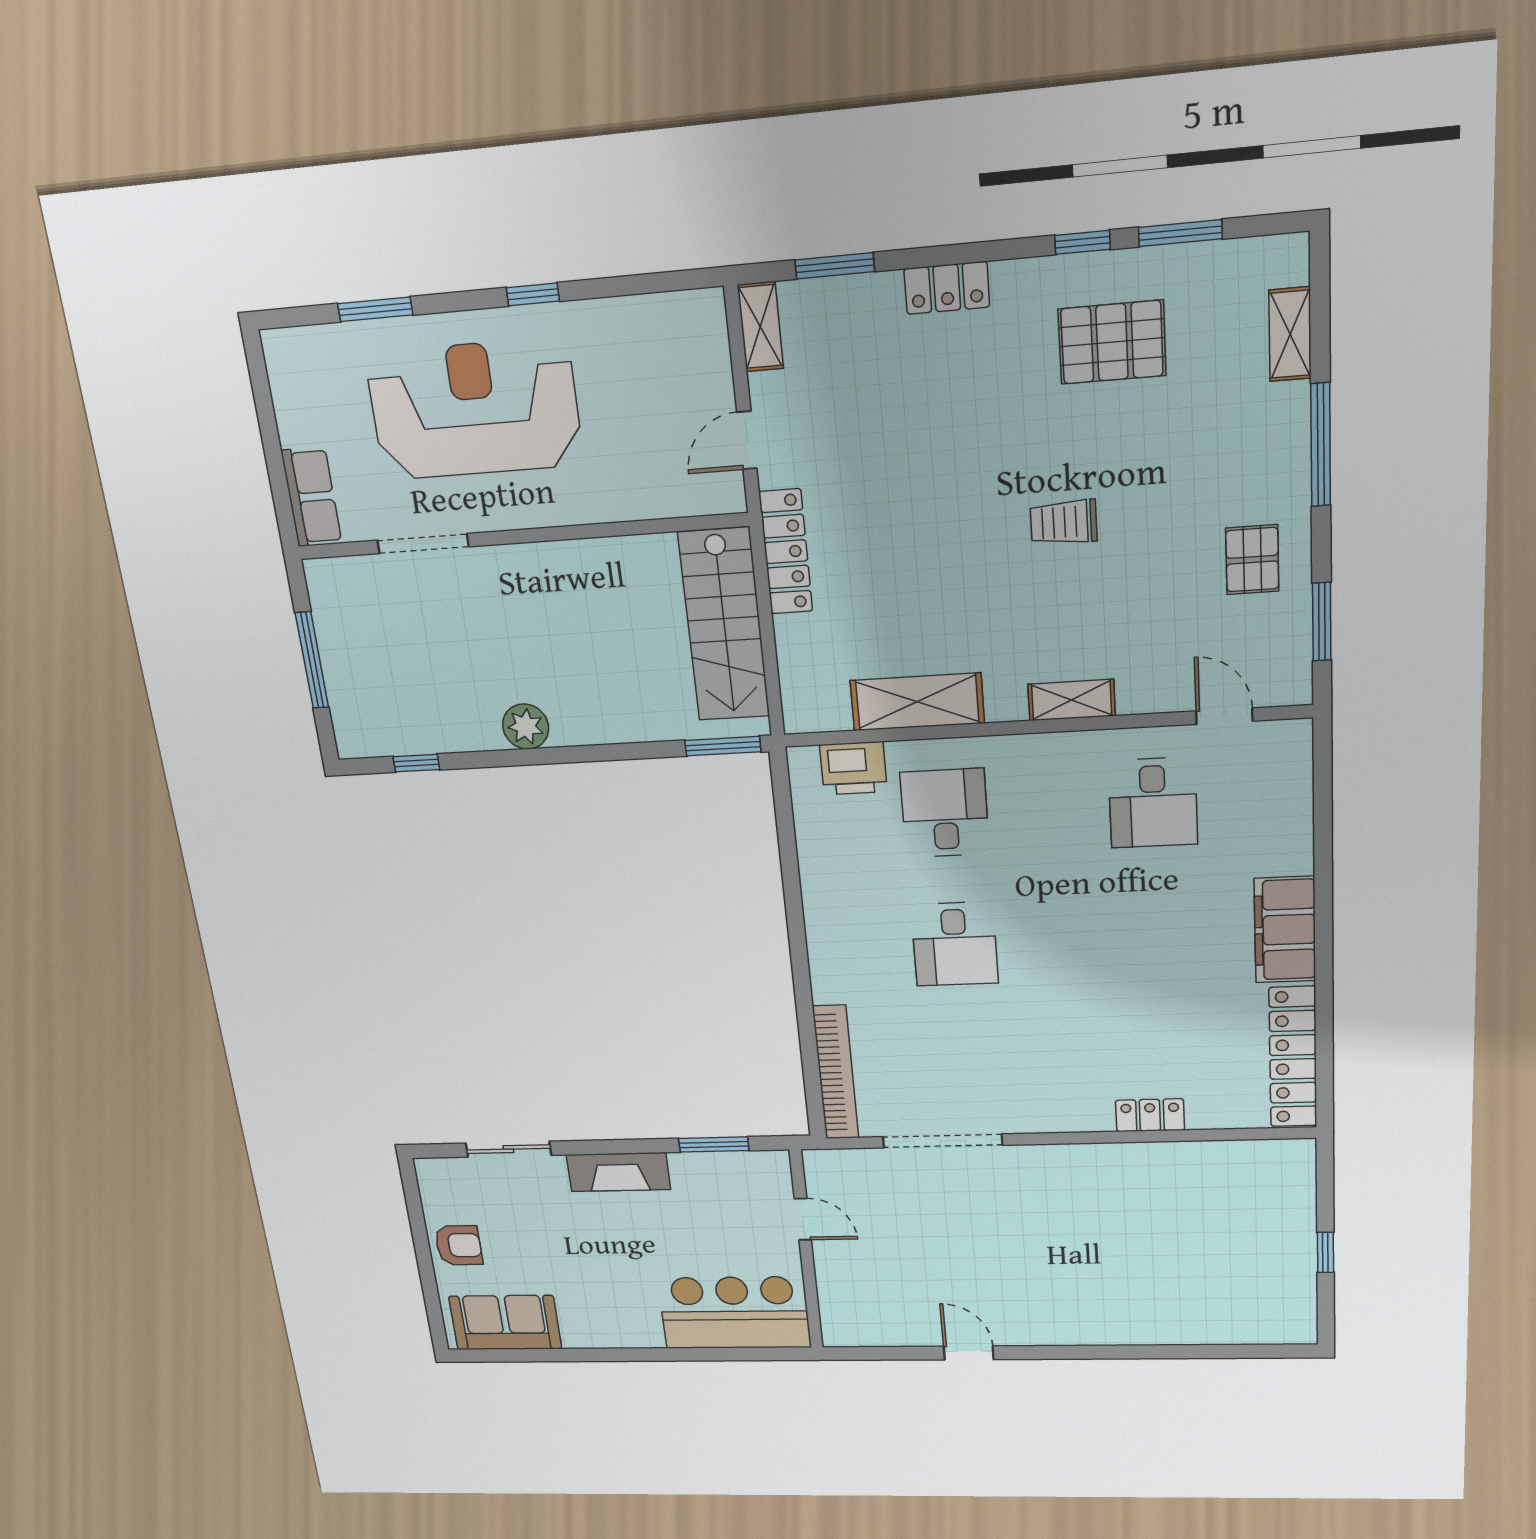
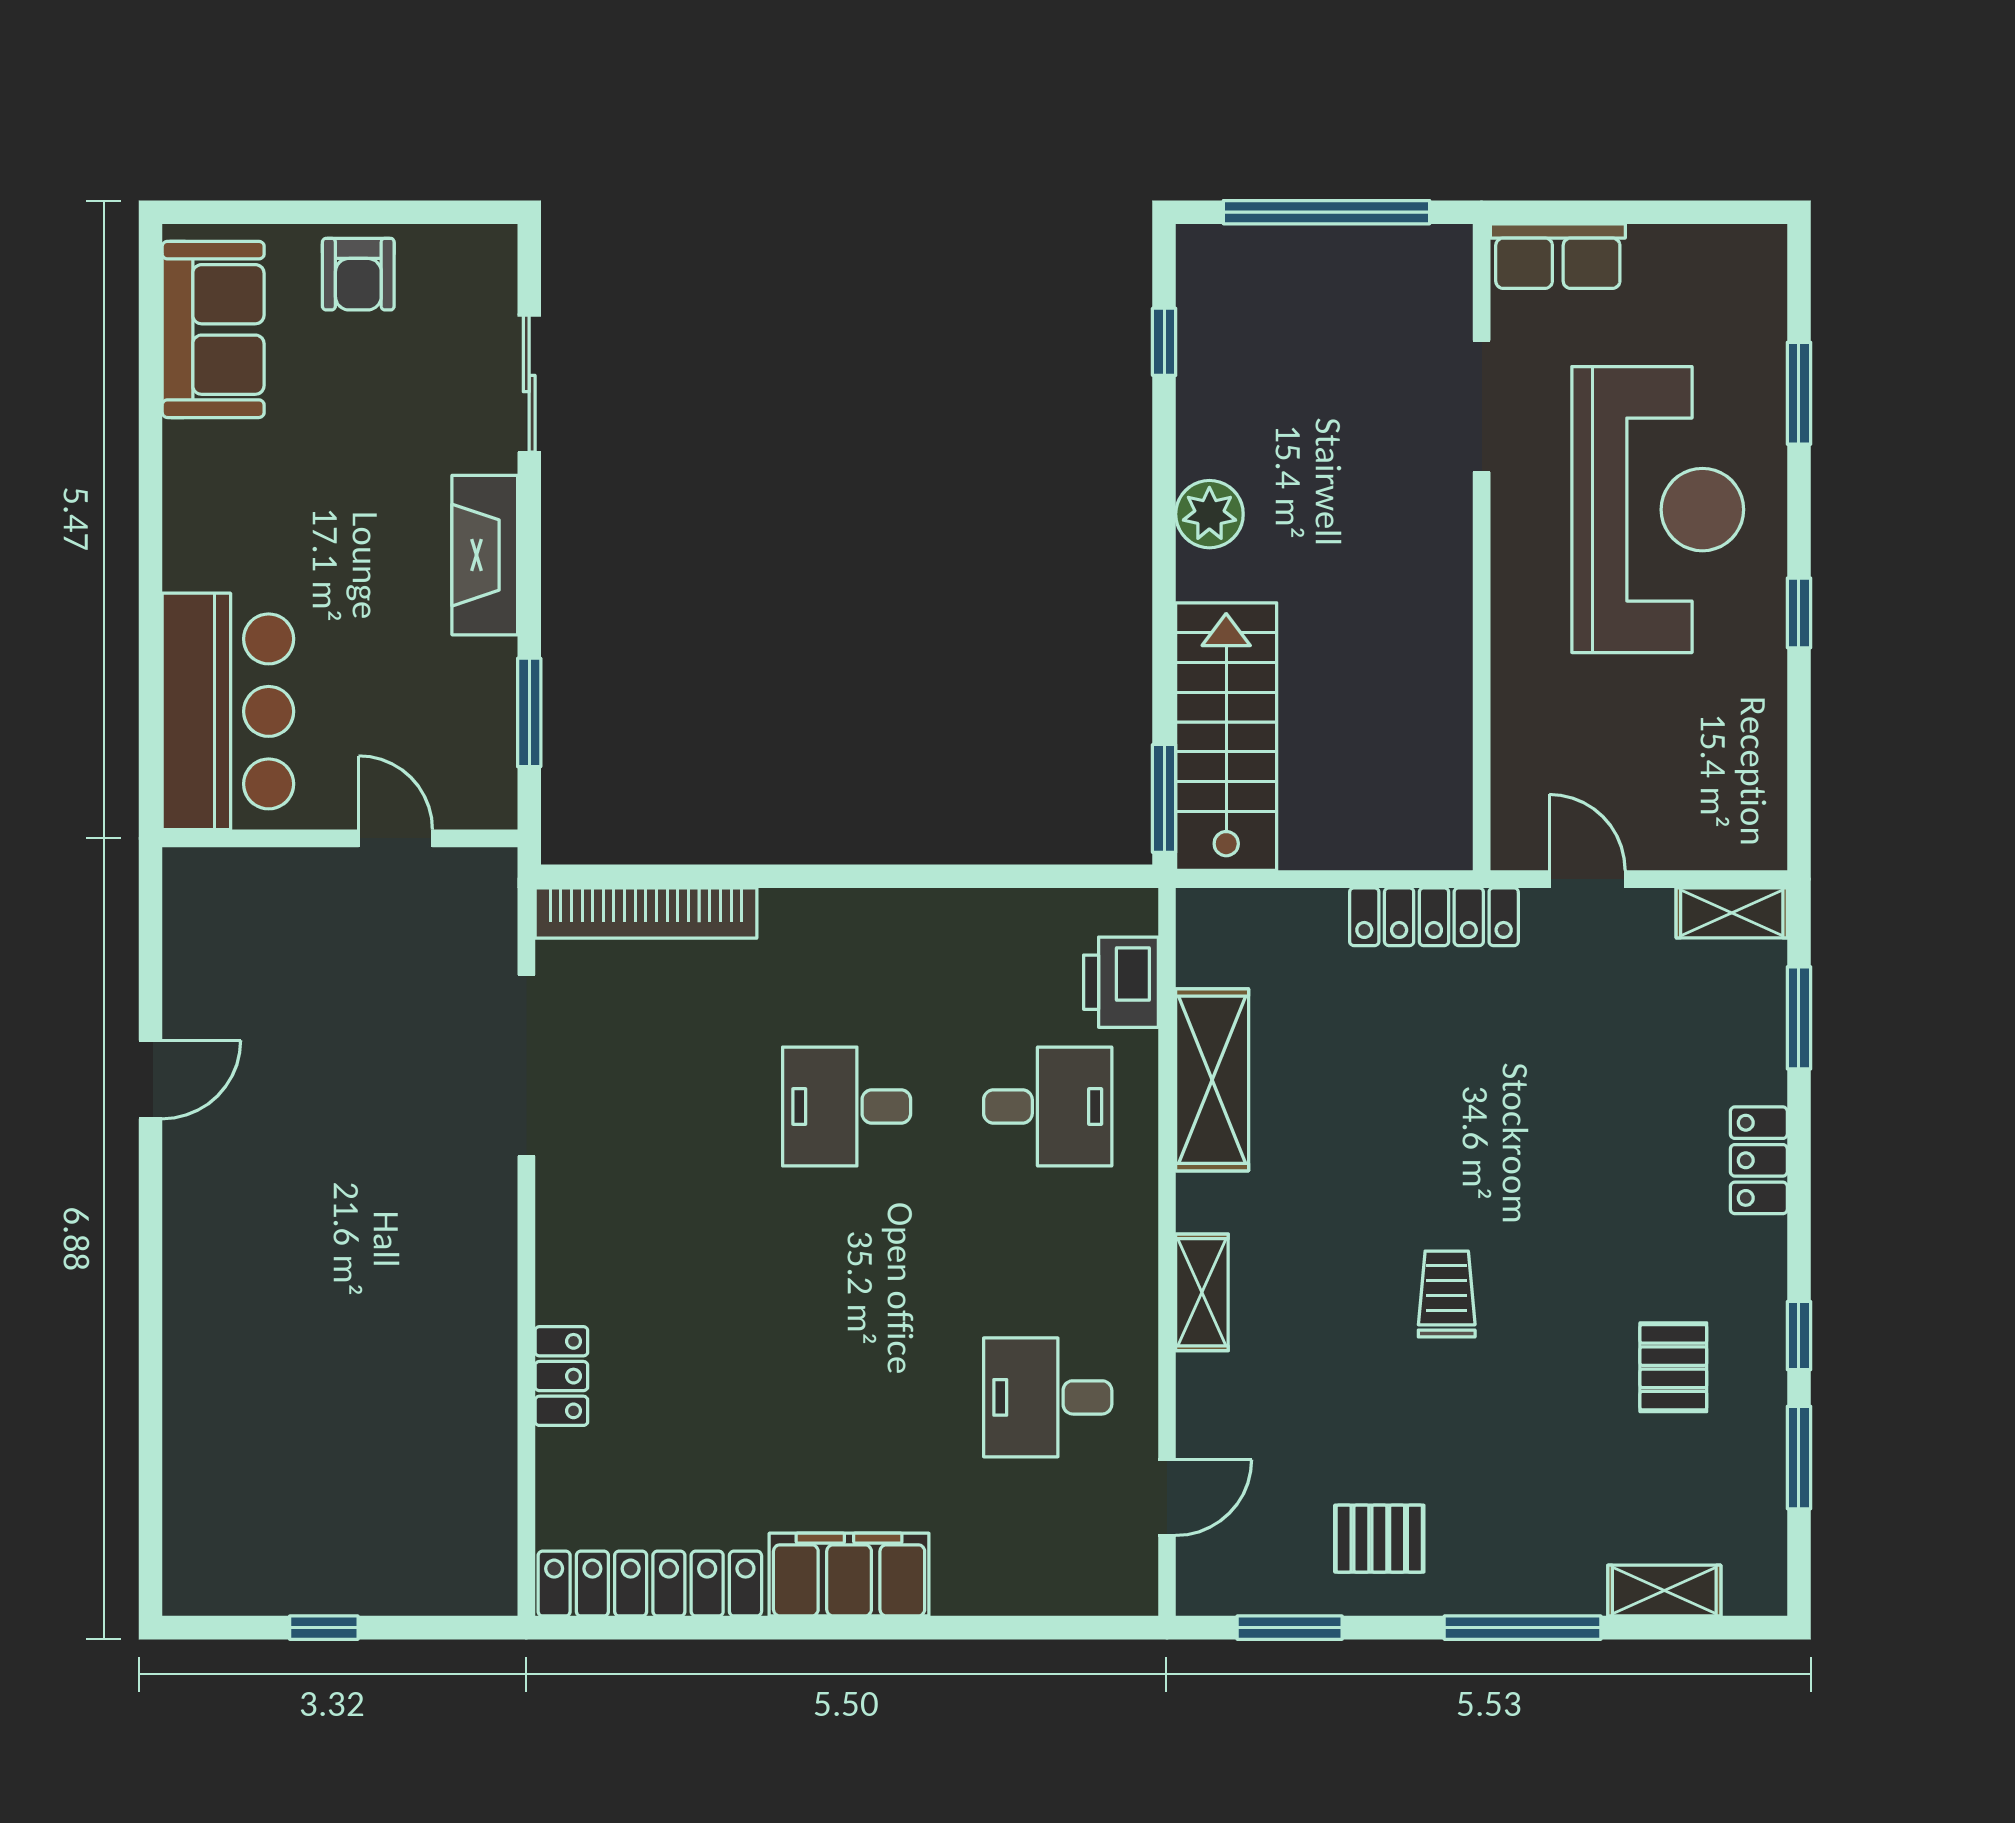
pallet: (1112, 342) -> (1673, 1367), width x0.67, depth x0.71
stairs: (724, 625) -> (1226, 737), moved, turned 90
window: (312, 660) -> (1326, 212), width x1.46
door: (803, 1219) -> (396, 838), swing flipped

